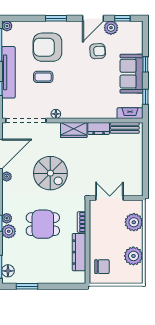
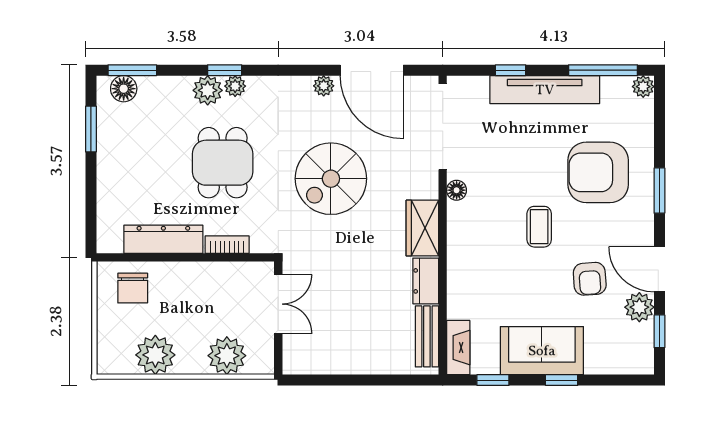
armchair: (47, 47) -> (598, 172), turned -90
coffee table: (43, 77) -> (539, 227), moved

